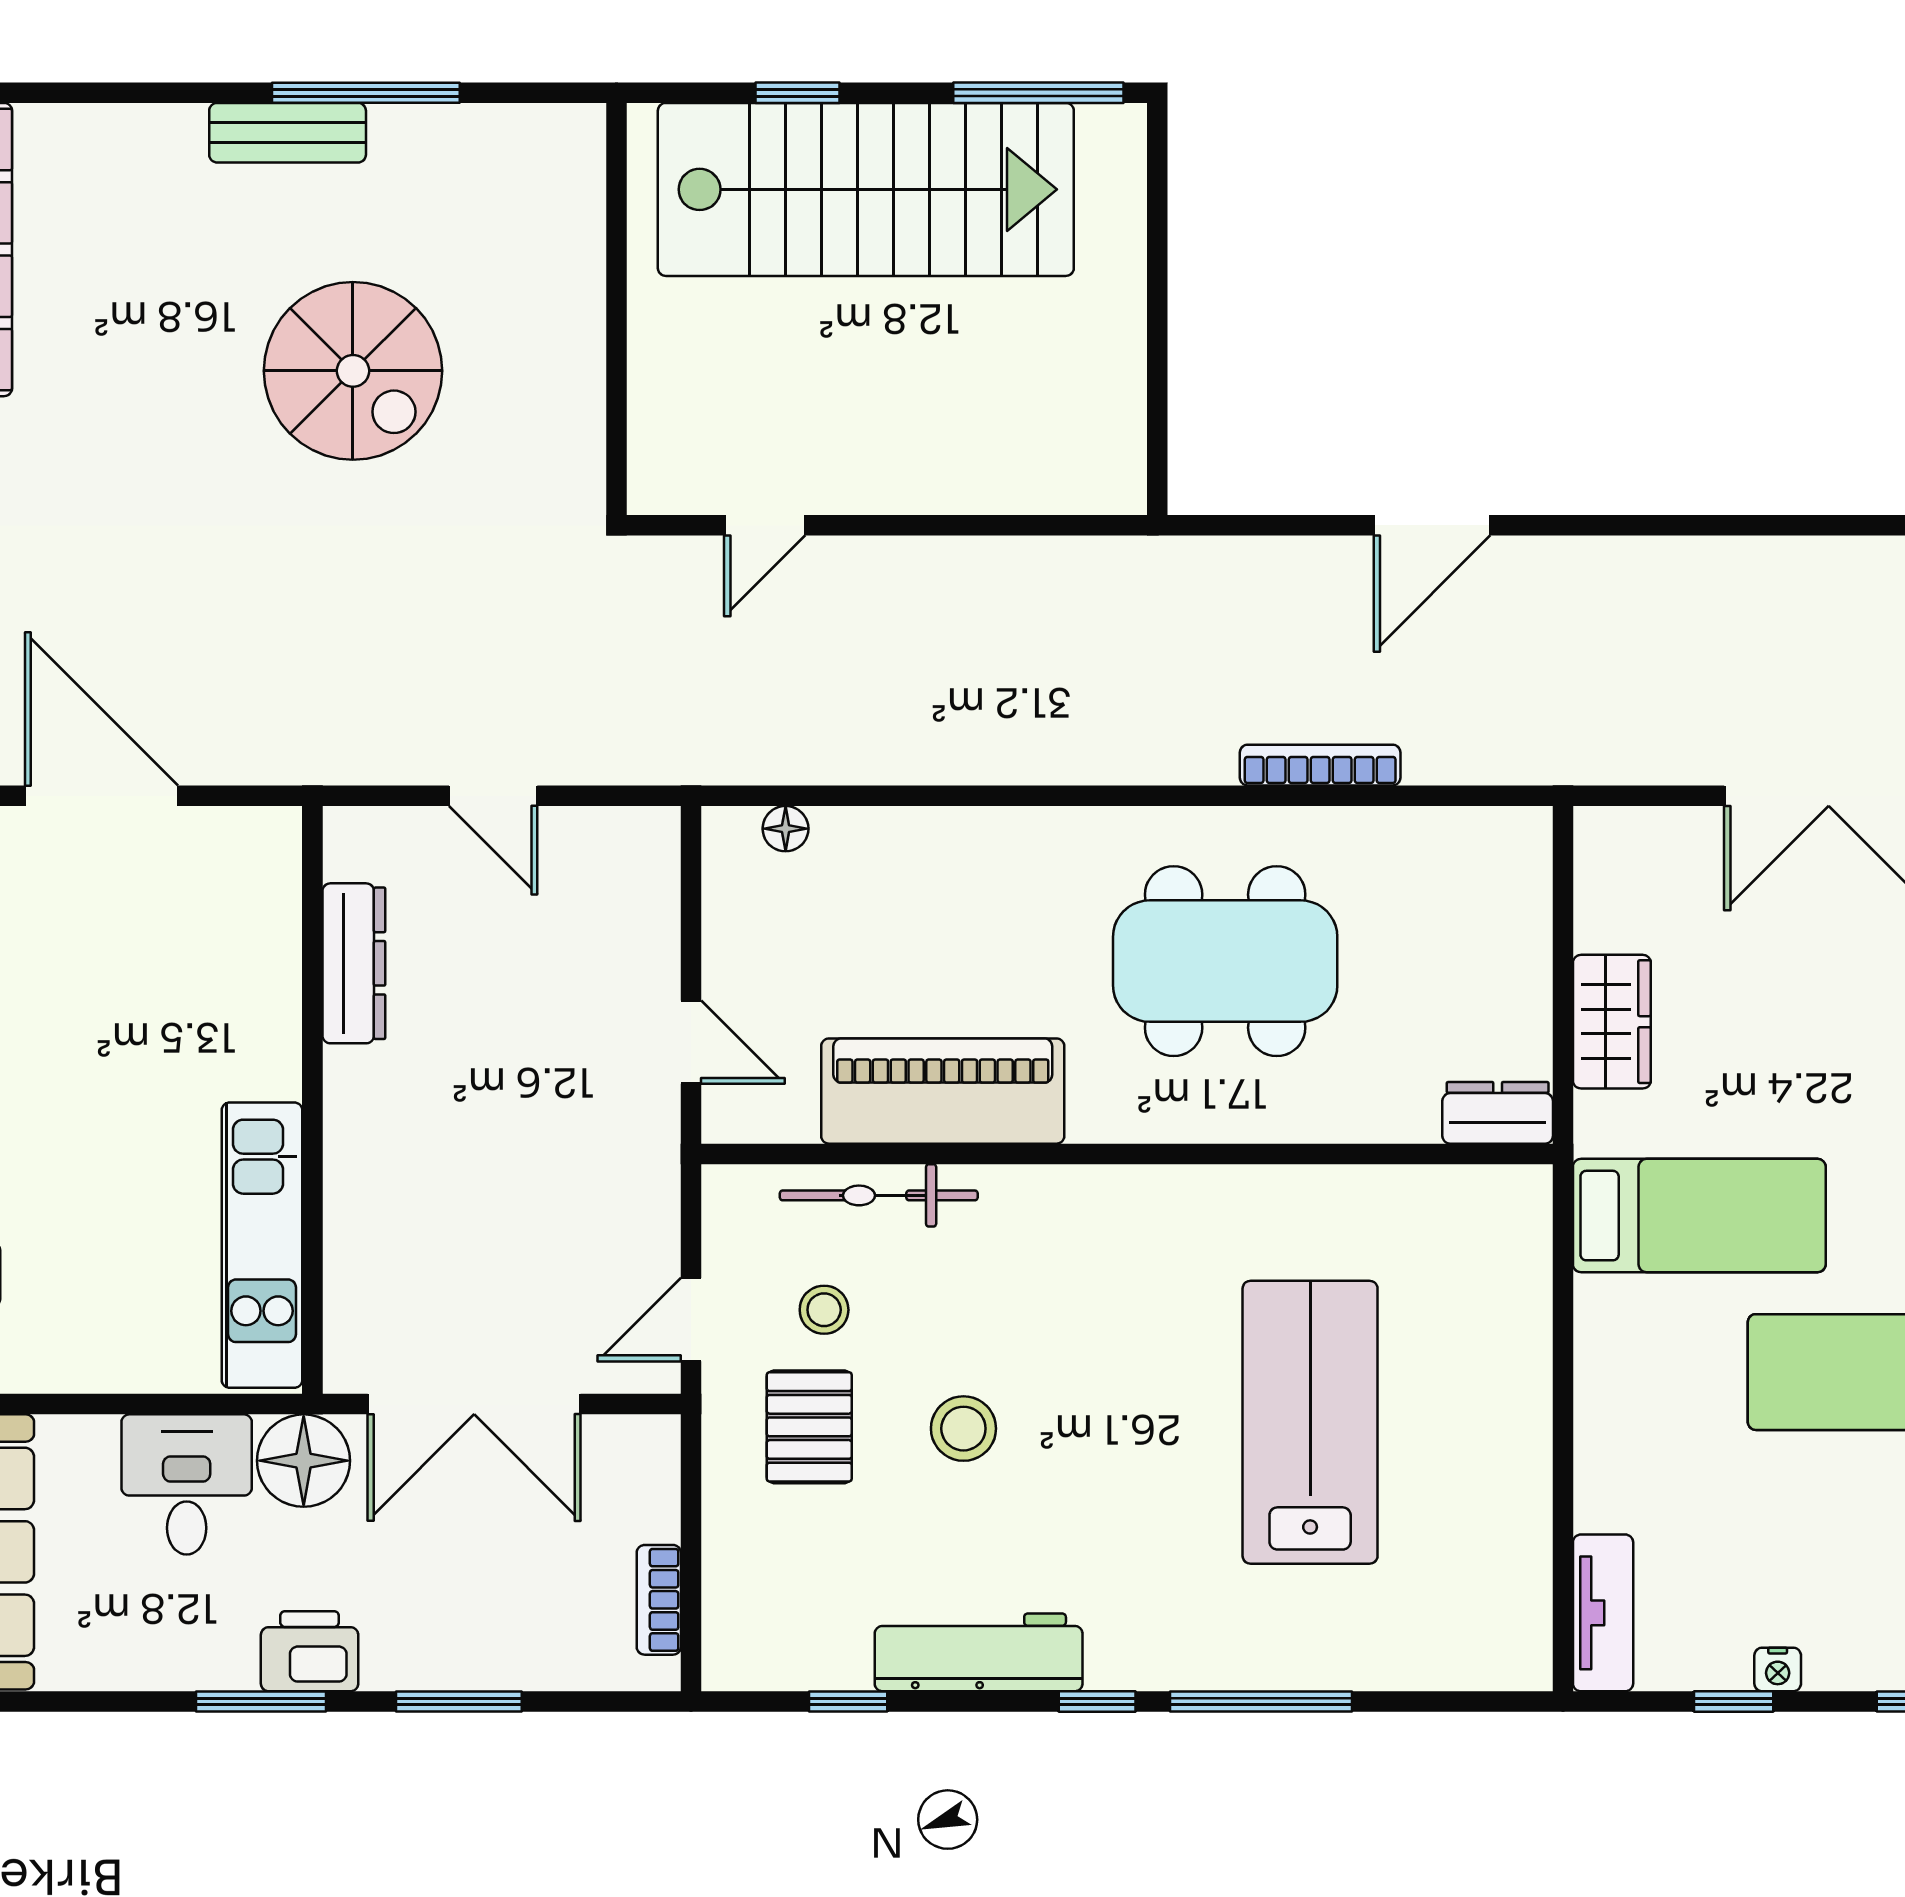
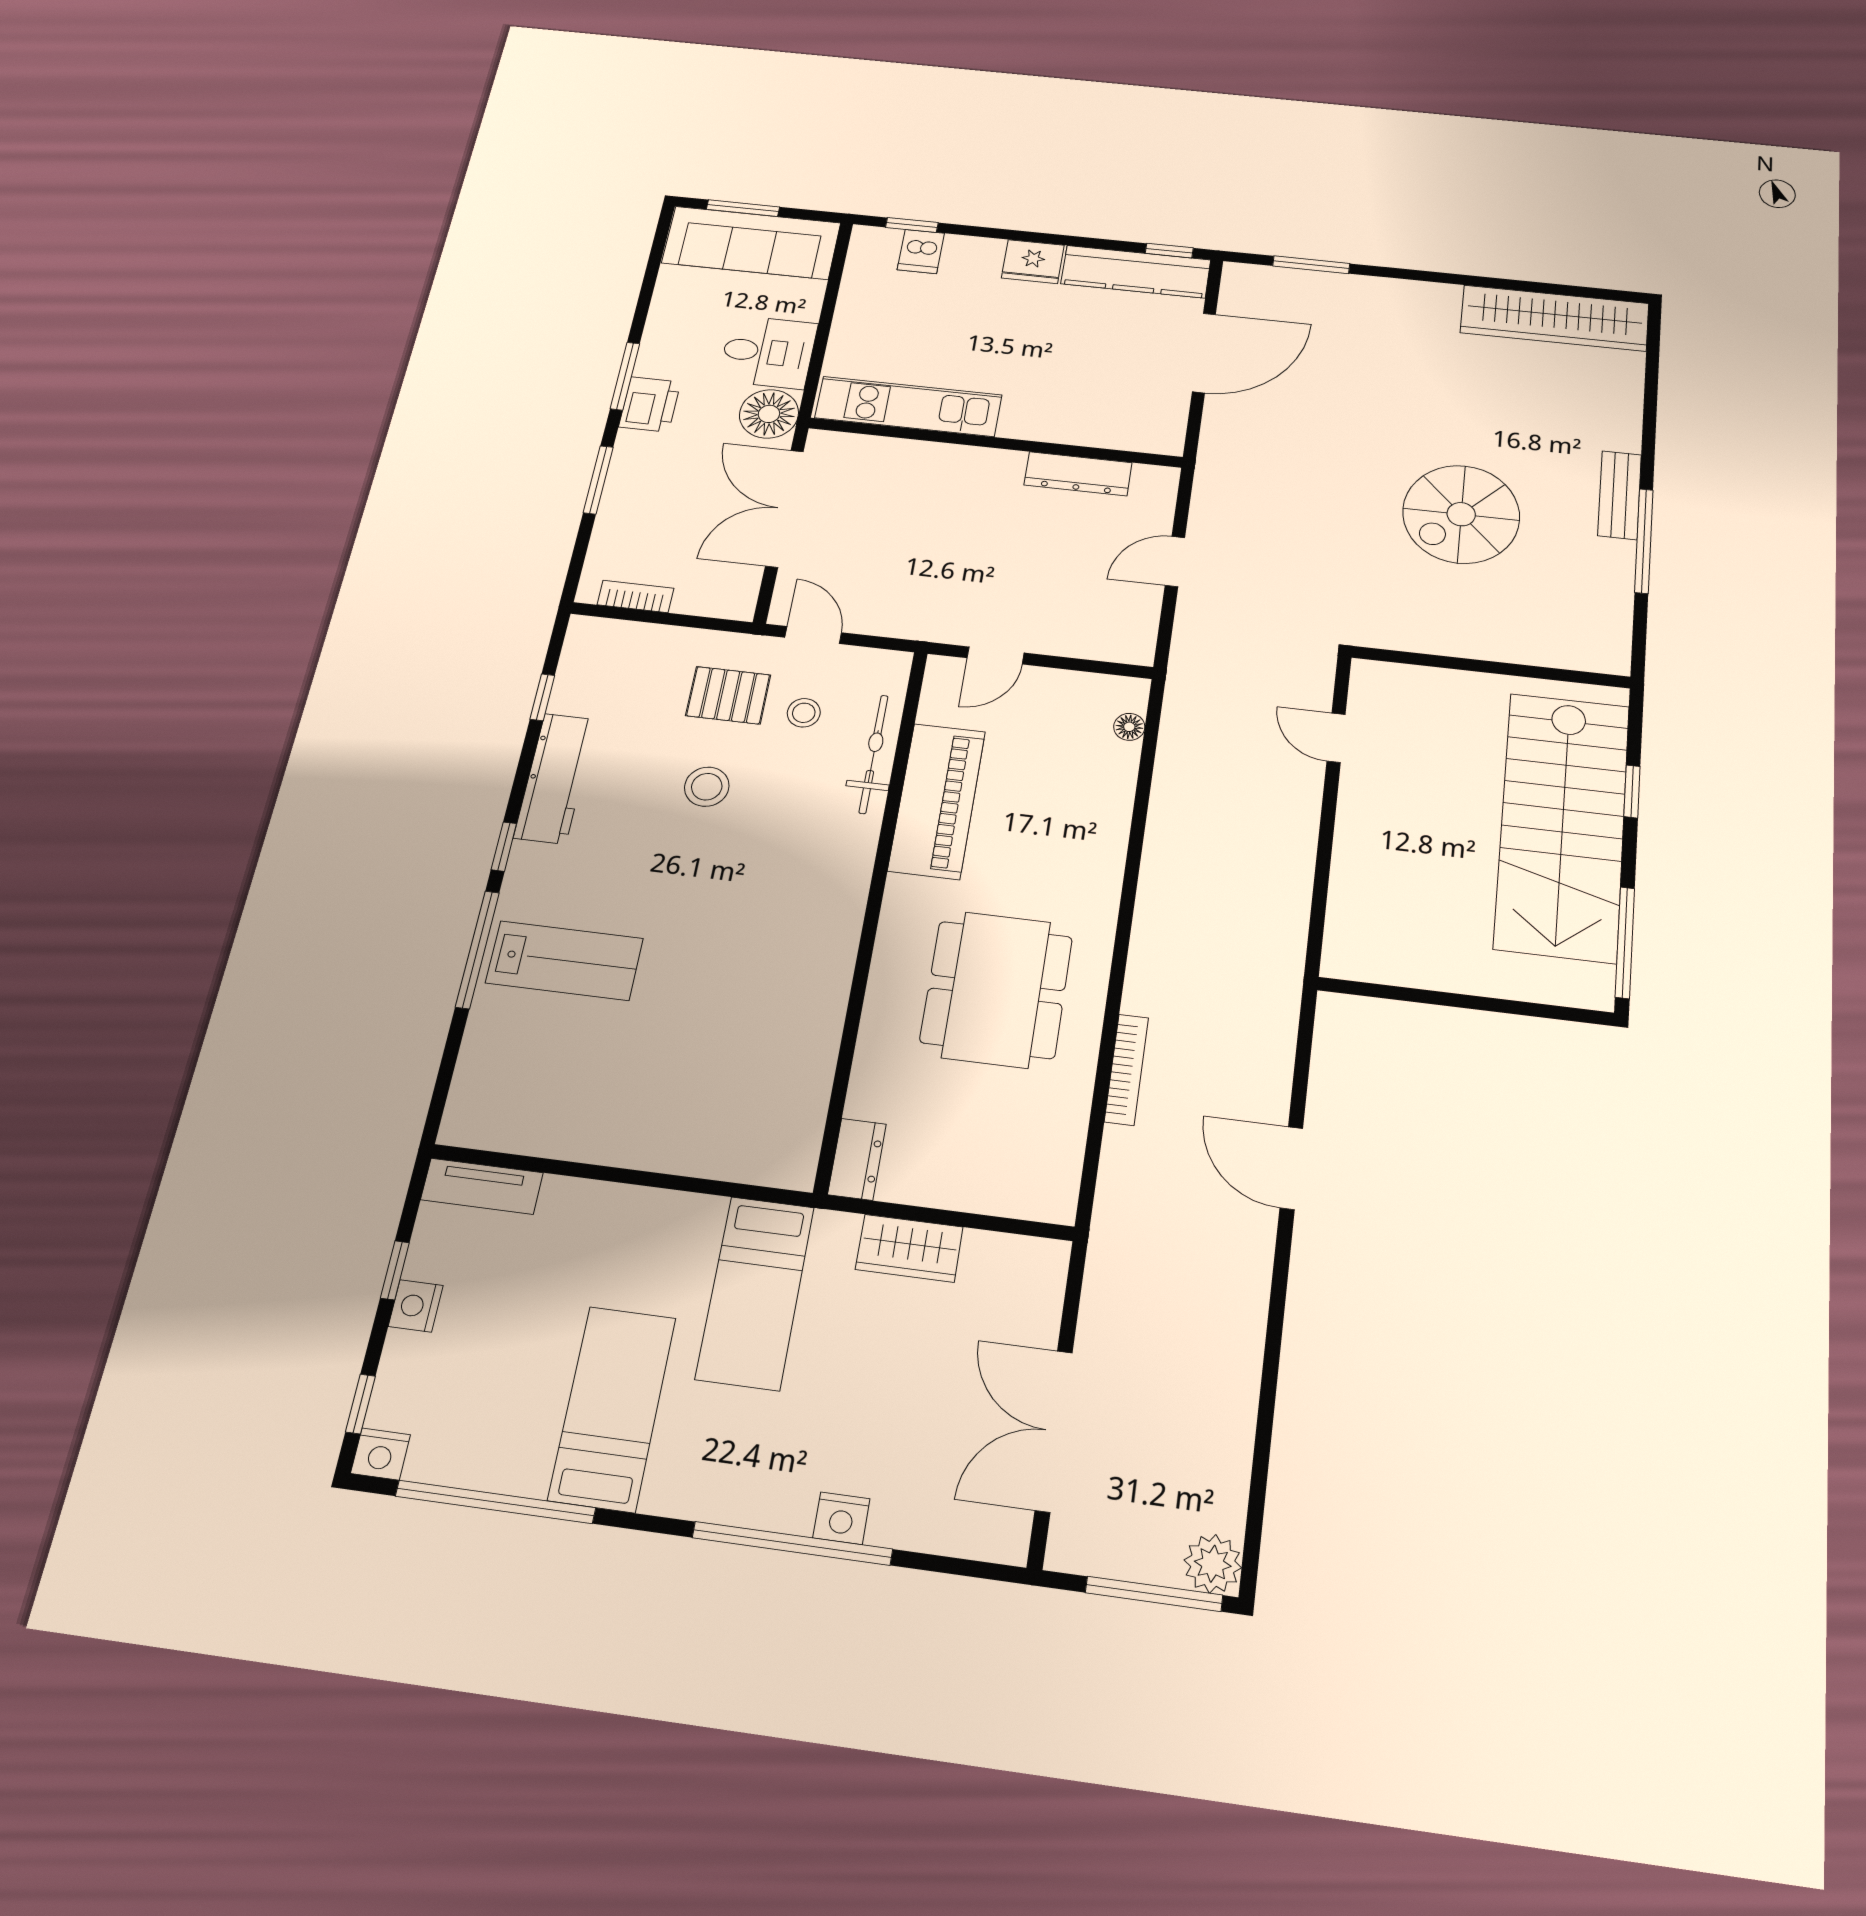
lab bench: (1310, 1422) -> (564, 961), moved, width x0.73, depth x0.72
nightstand: (1778, 1669) -> (416, 1306), width x1.39, depth x1.35

